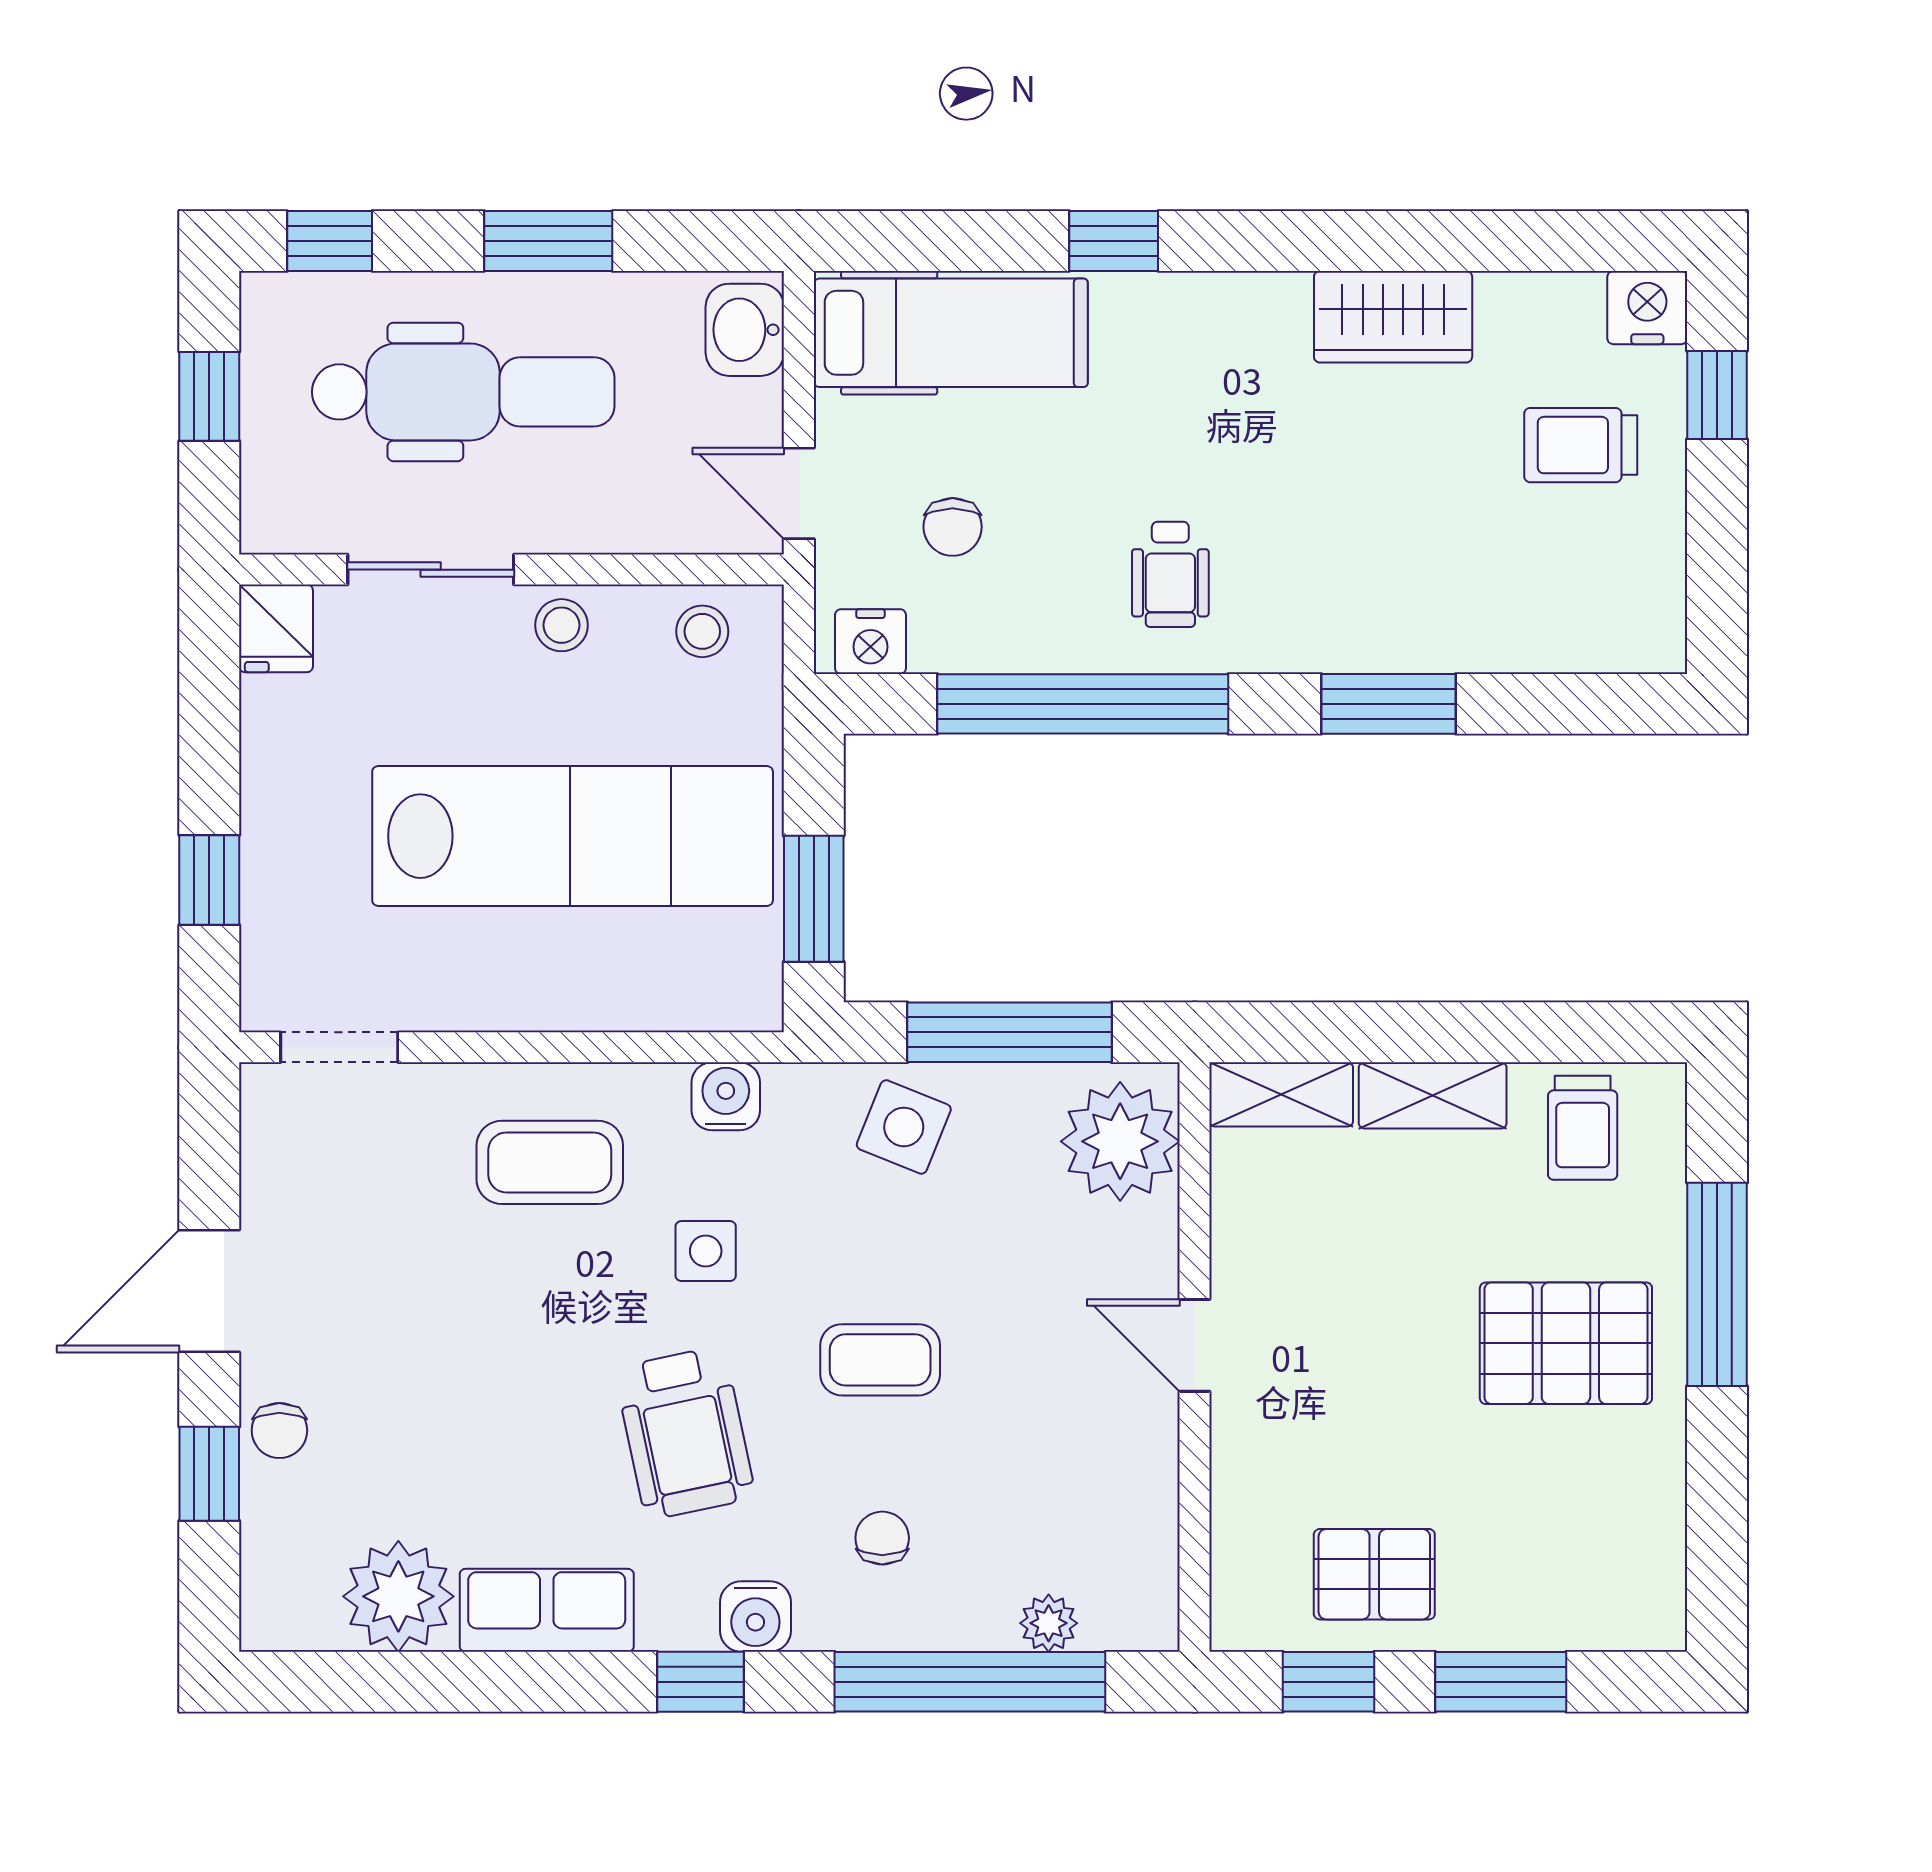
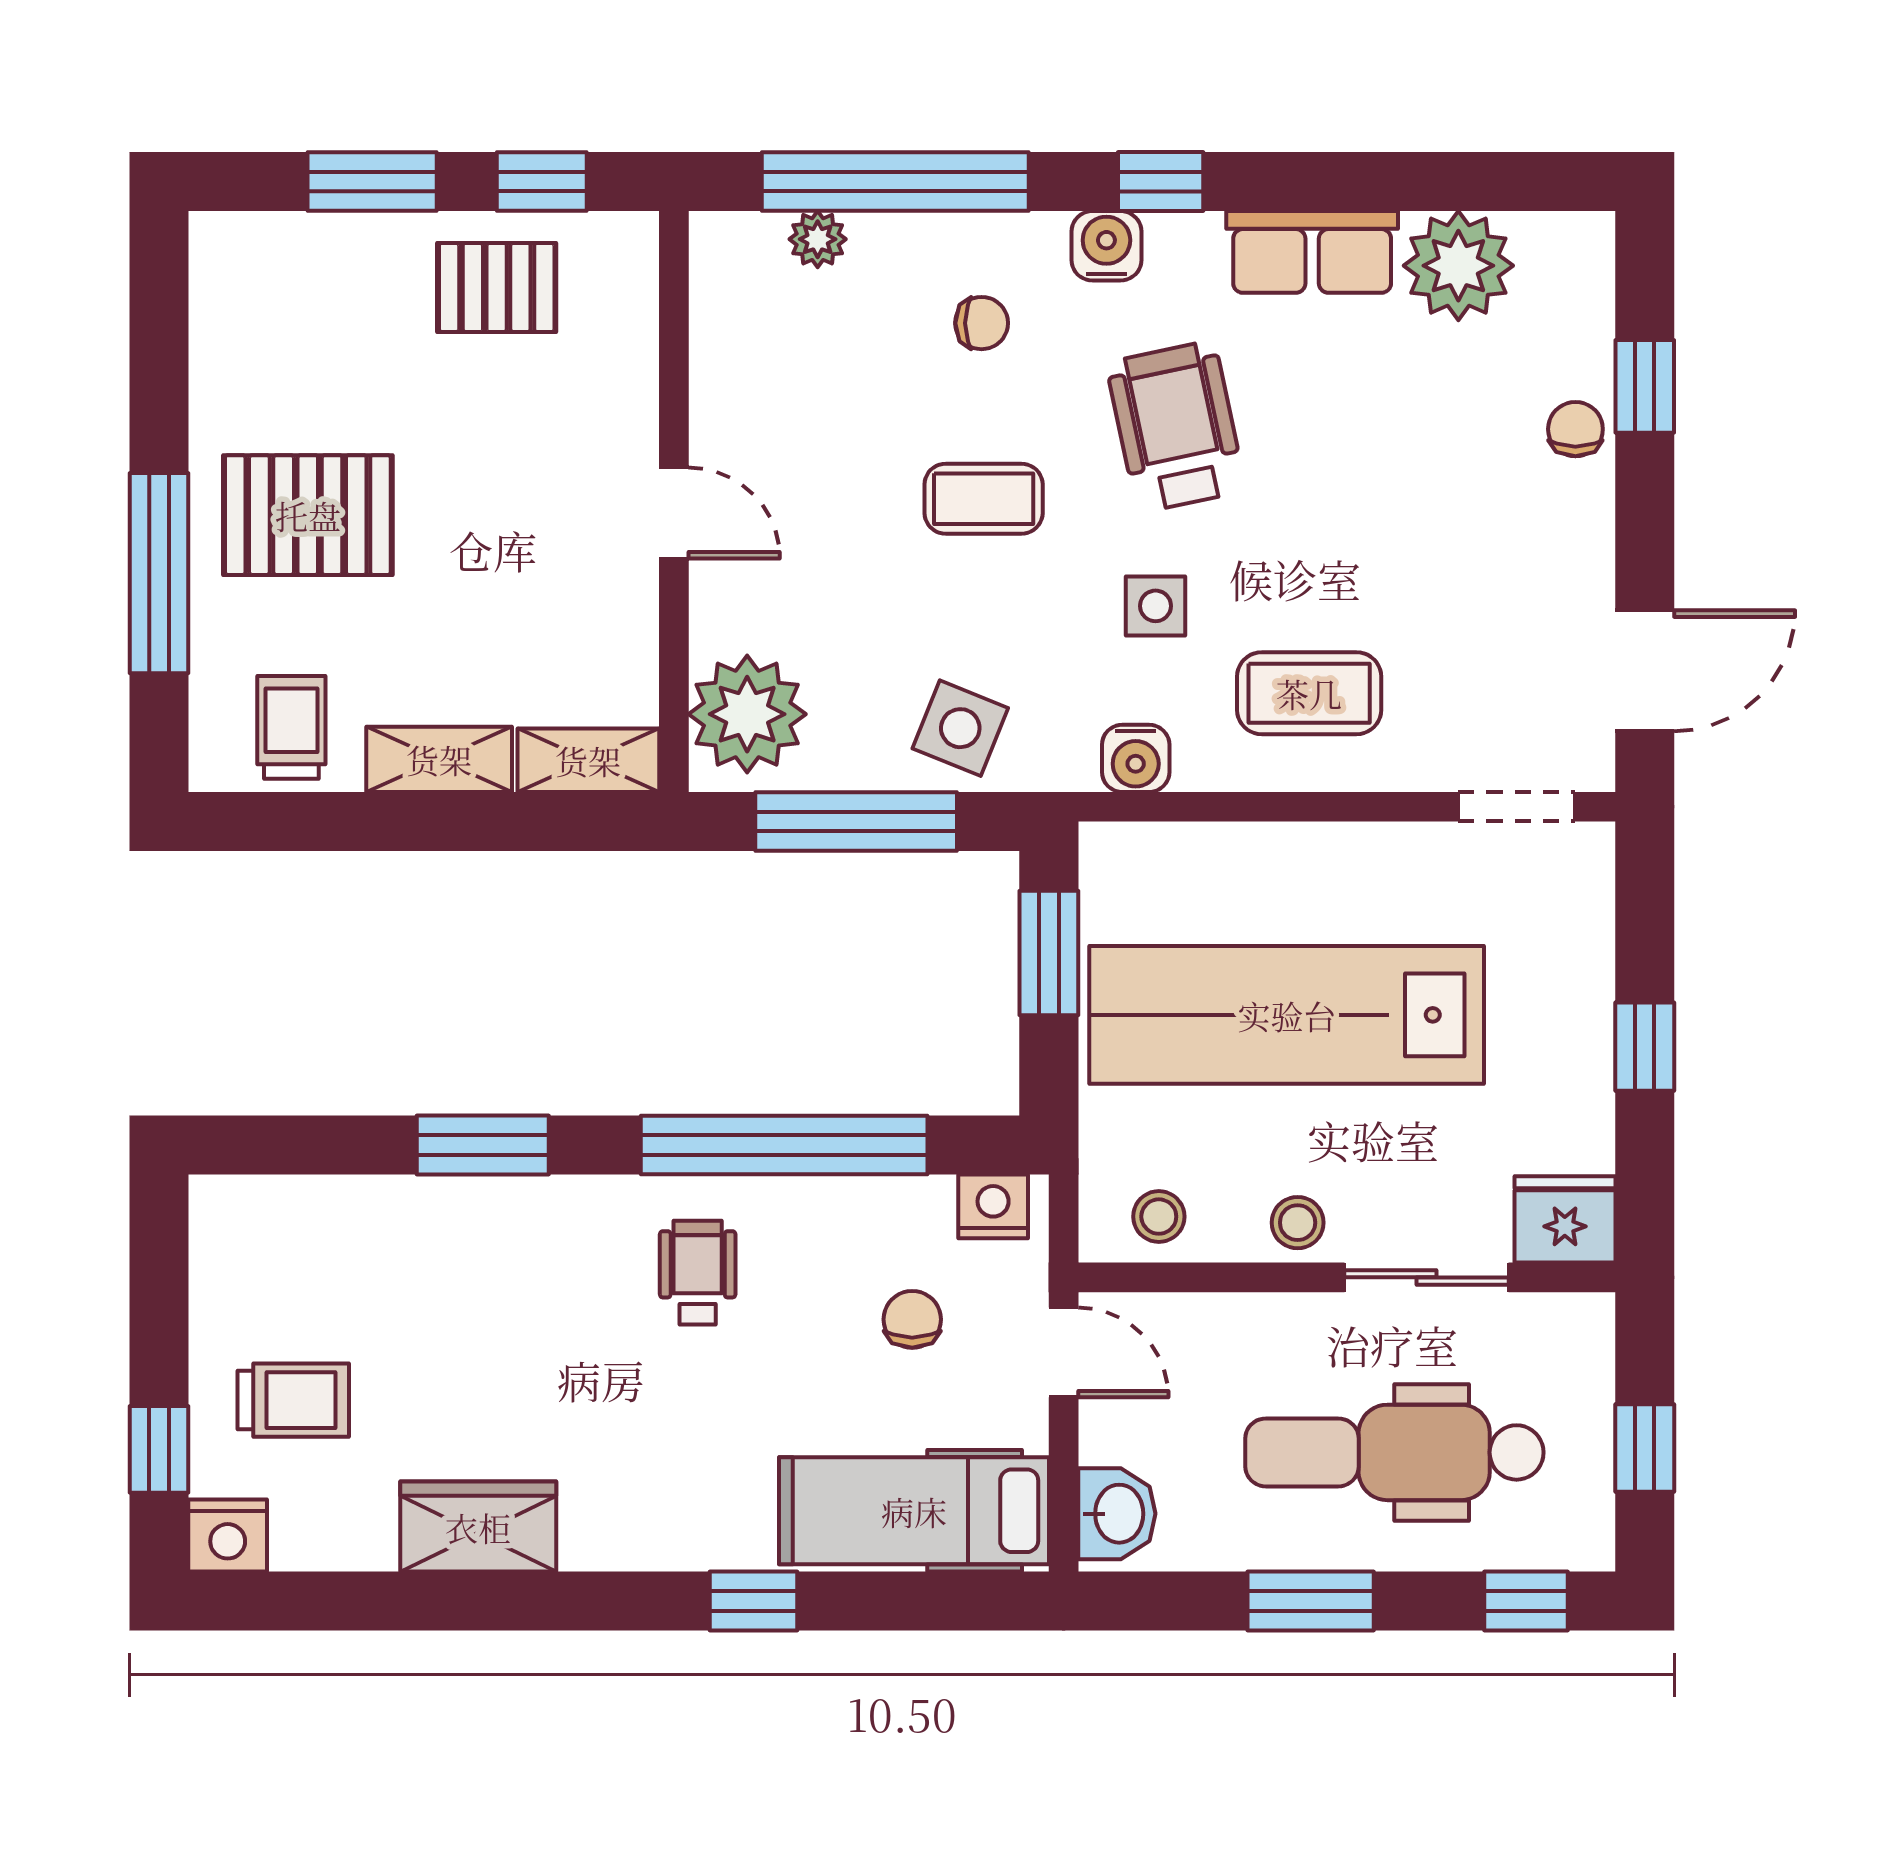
fridge: (276, 628) -> (1565, 1219), width x1.38
window: (209, 880) -> (1645, 1047), moved
door: (209, 1291) -> (1645, 671), moved
chair: (882, 1538) -> (982, 323), turned -90

